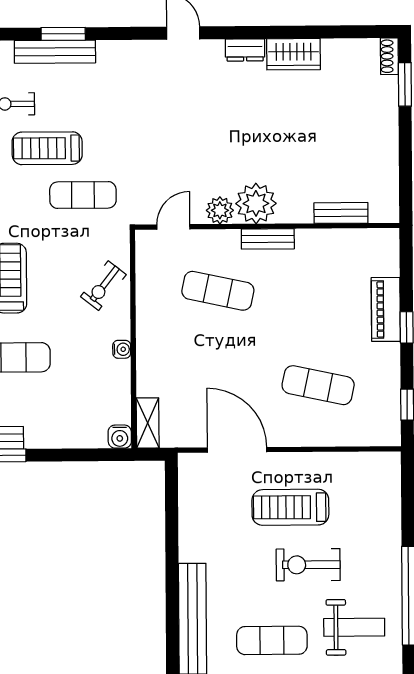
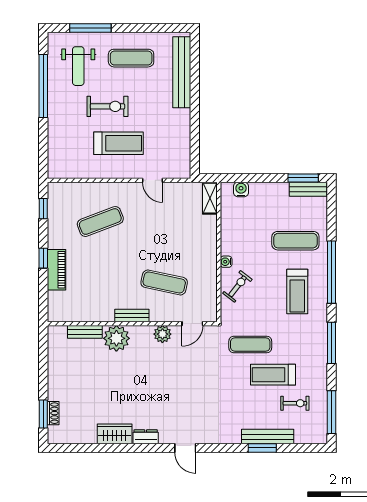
shoe rack: (389, 56) -> (53, 413), moved
treadmill: (47, 148) -> (273, 375), turned 180
plant: (256, 203) -> (116, 338), moved
water cooler: (122, 349) -> (226, 262), moved
exercise mat: (318, 385) -> (100, 221), turned -33
water cooler: (120, 437) -> (241, 189), moved
door: (237, 450) -> (153, 180), width x0.53
weight bench: (354, 627) -> (78, 66), turned -90

